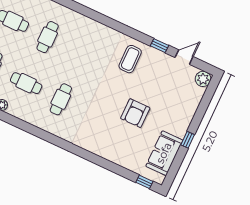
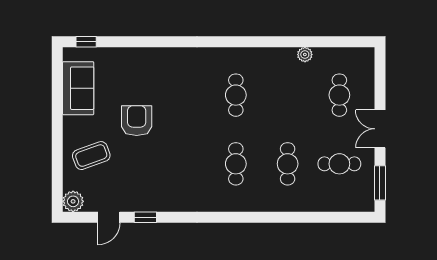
coffee table: (130, 59) -> (91, 156), moved, turned 70
cafe table: (26, 83) -> (236, 164), moved, turned 90
window: (188, 140) -> (57, 118), removed

